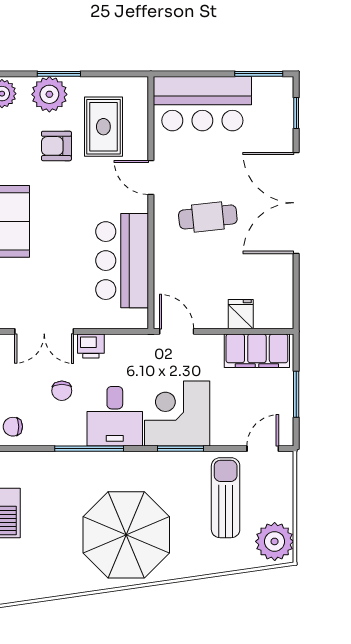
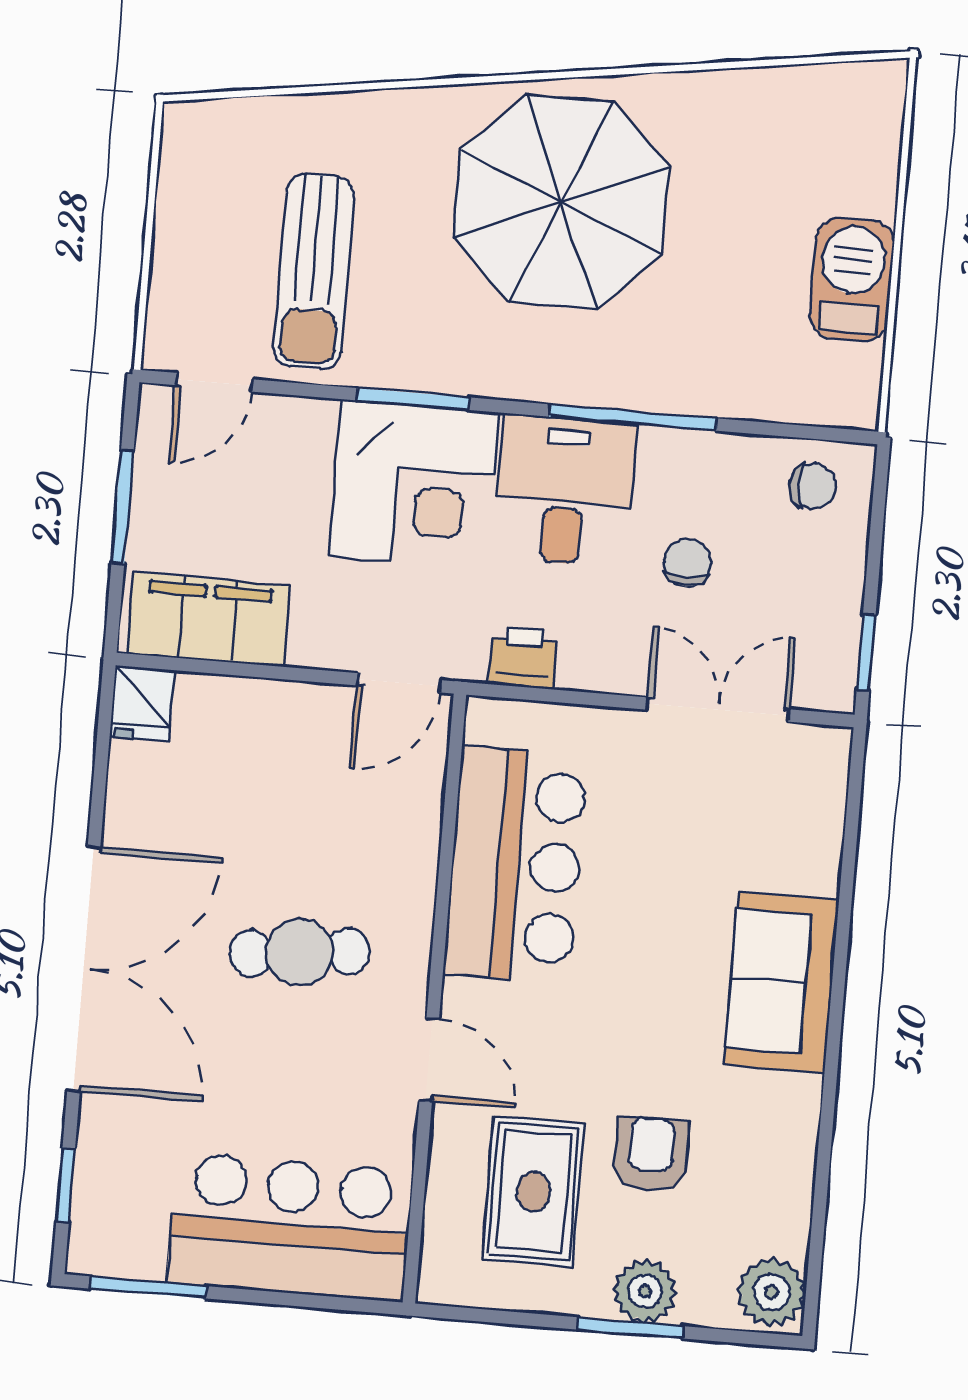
plant: (49, 94) -> (645, 1291), width x0.73, depth x0.73
armchair: (56, 146) -> (651, 1155), turned -90
fridge: (241, 314) -> (142, 703), moved
door: (177, 331) -> (398, 683), hinge flipped
printer: (91, 346) -> (523, 657), moved
plant: (275, 541) -> (205, 156), removed

